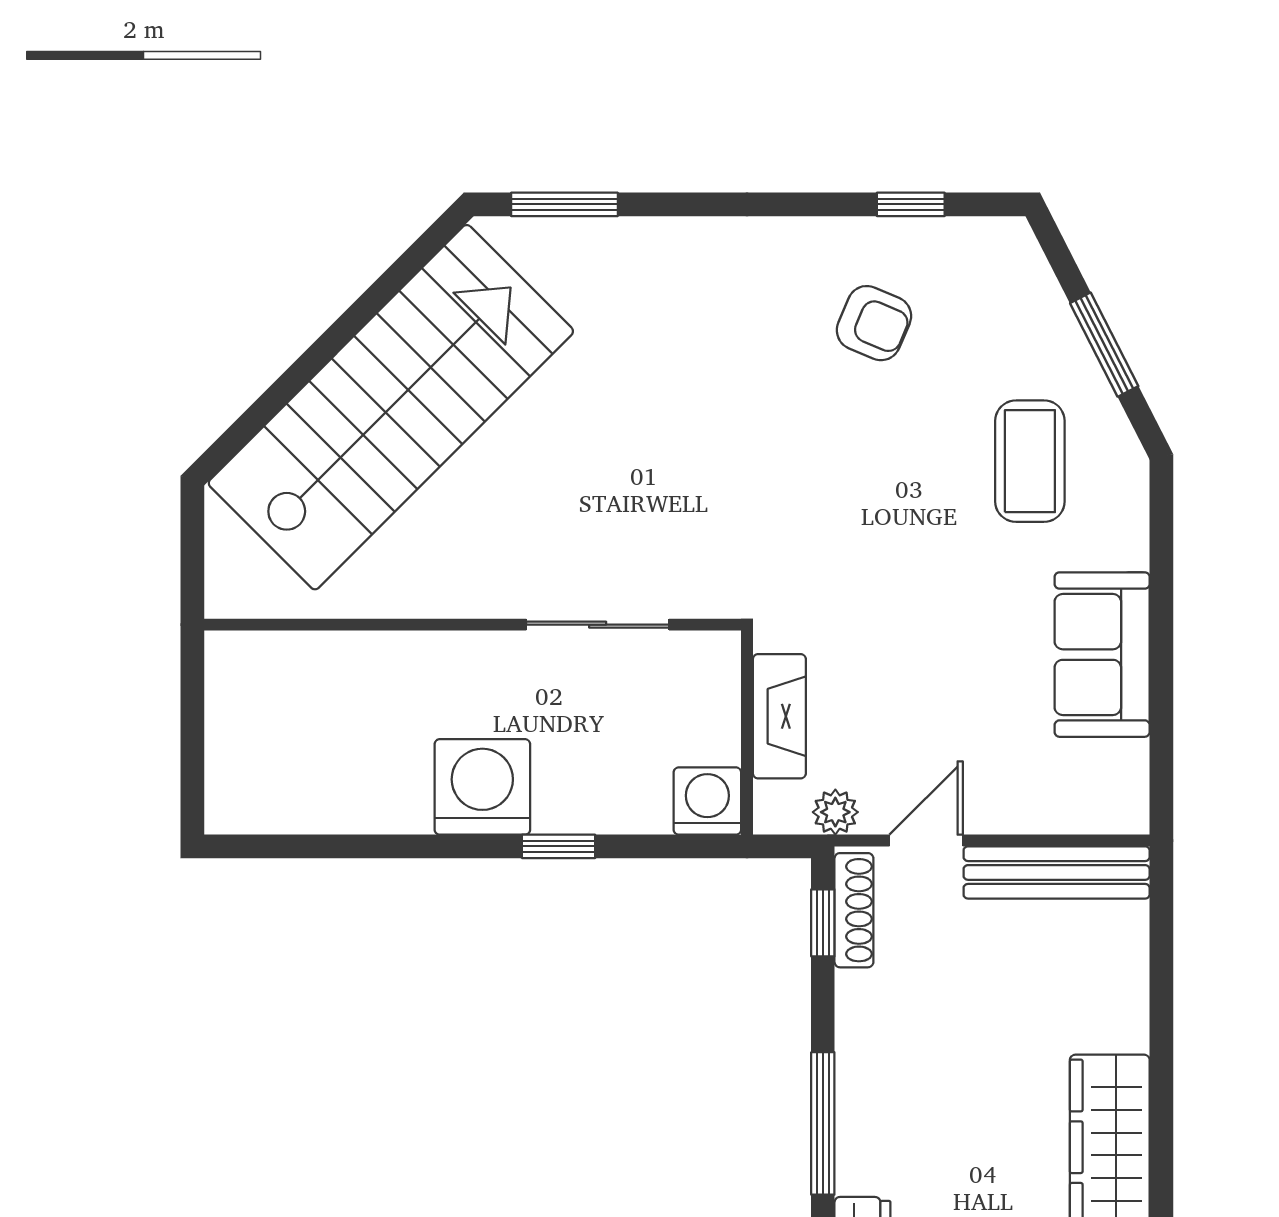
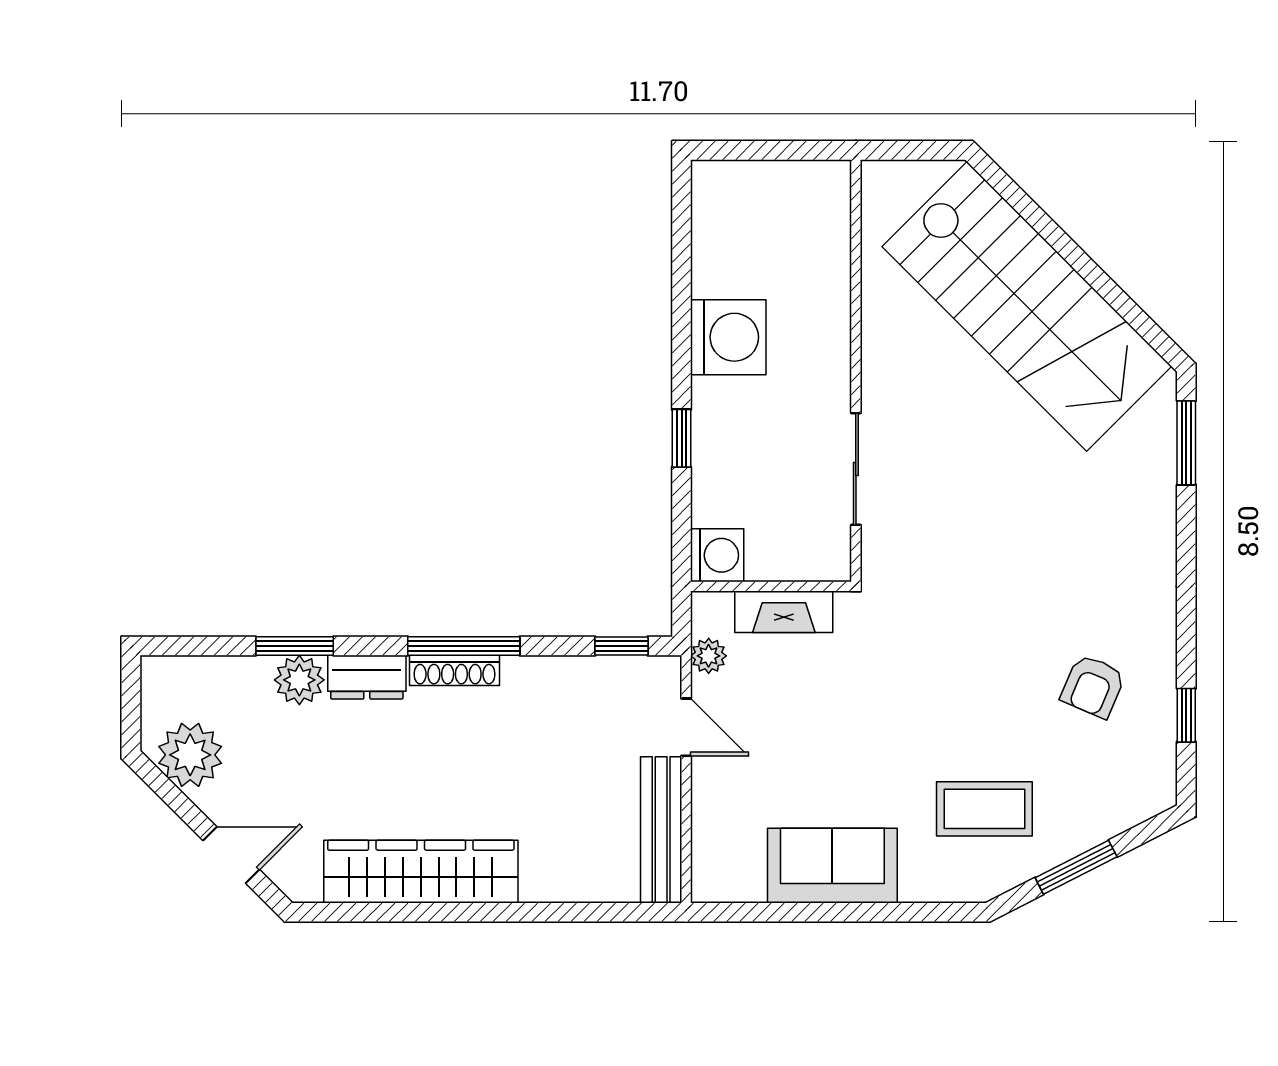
washing machine: (482, 787) -> (728, 337), moved
shoe rack: (854, 910) -> (455, 670), moved

